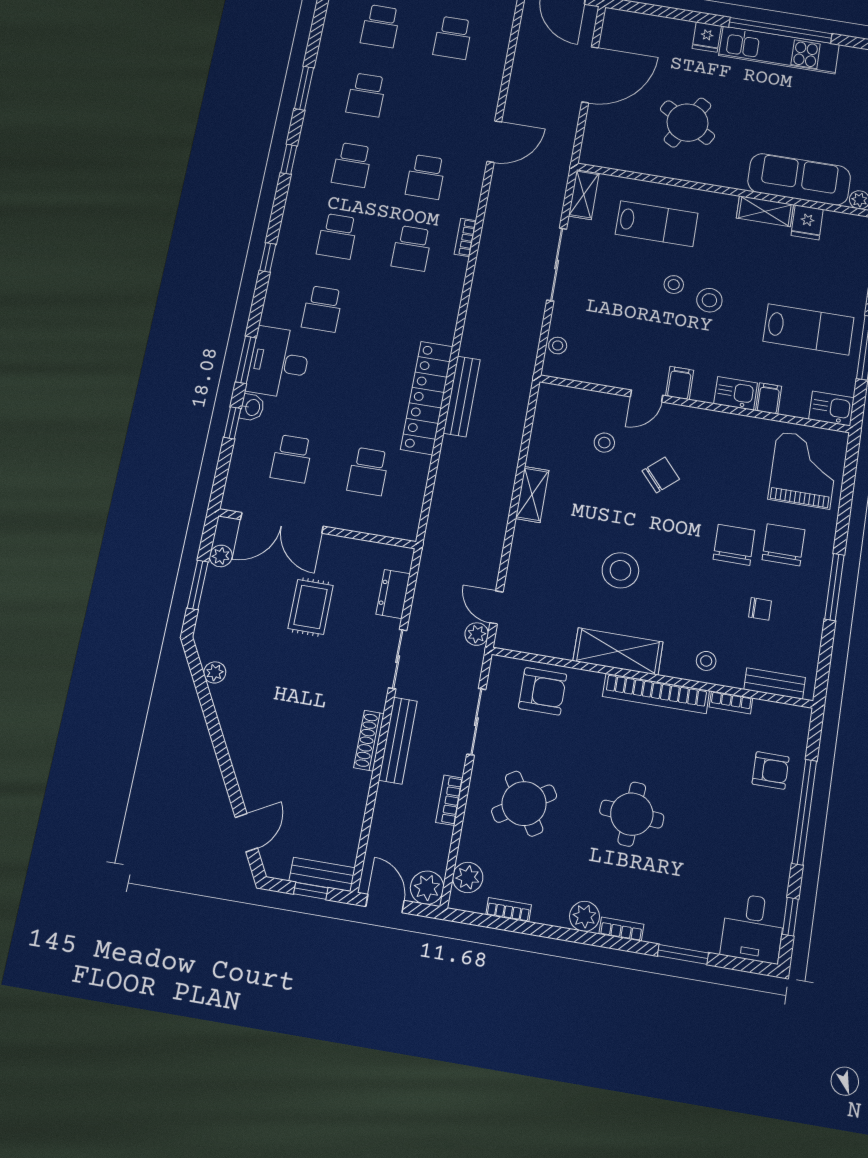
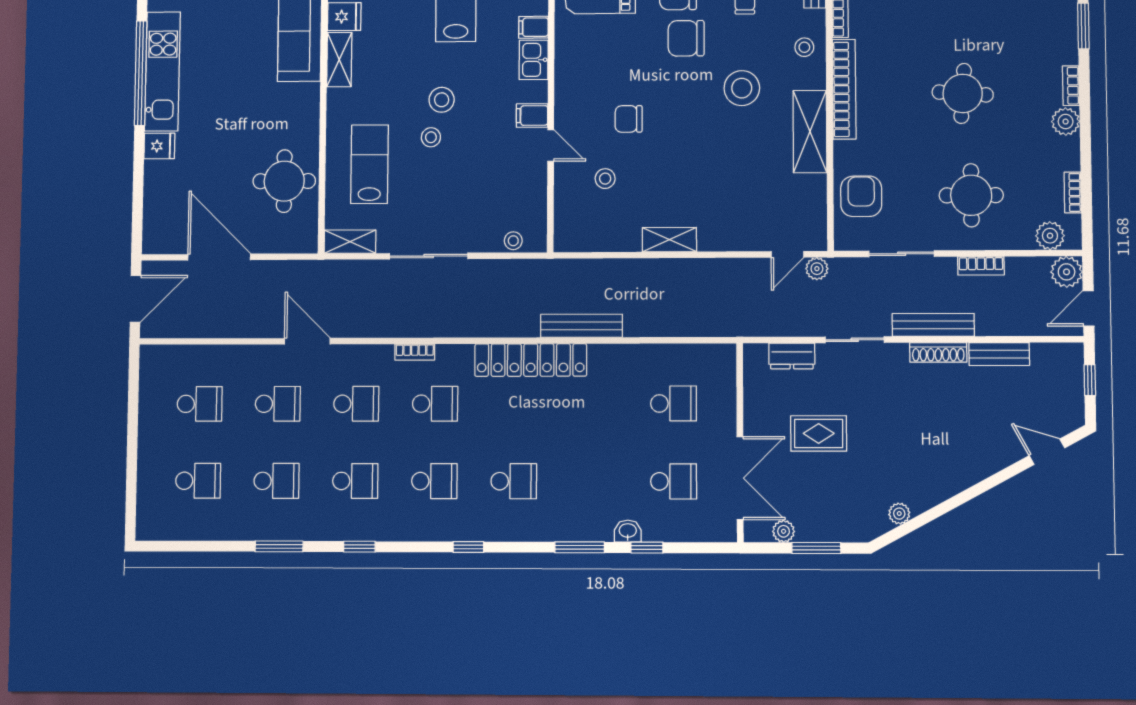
school desk: (439, 107) -> (278, 404), added
round table: (687, 123) -> (284, 181), moved, turned -30
desk: (279, 362) -> (577, 514), removed
locker: (427, 398) -> (531, 360), moved
chair: (661, 475) -> (629, 119), turned -49
stool: (620, 570) -> (742, 88), moved
round table: (524, 804) -> (971, 195), turned 32
bench: (322, 874) -> (999, 354), moved, turned 90

